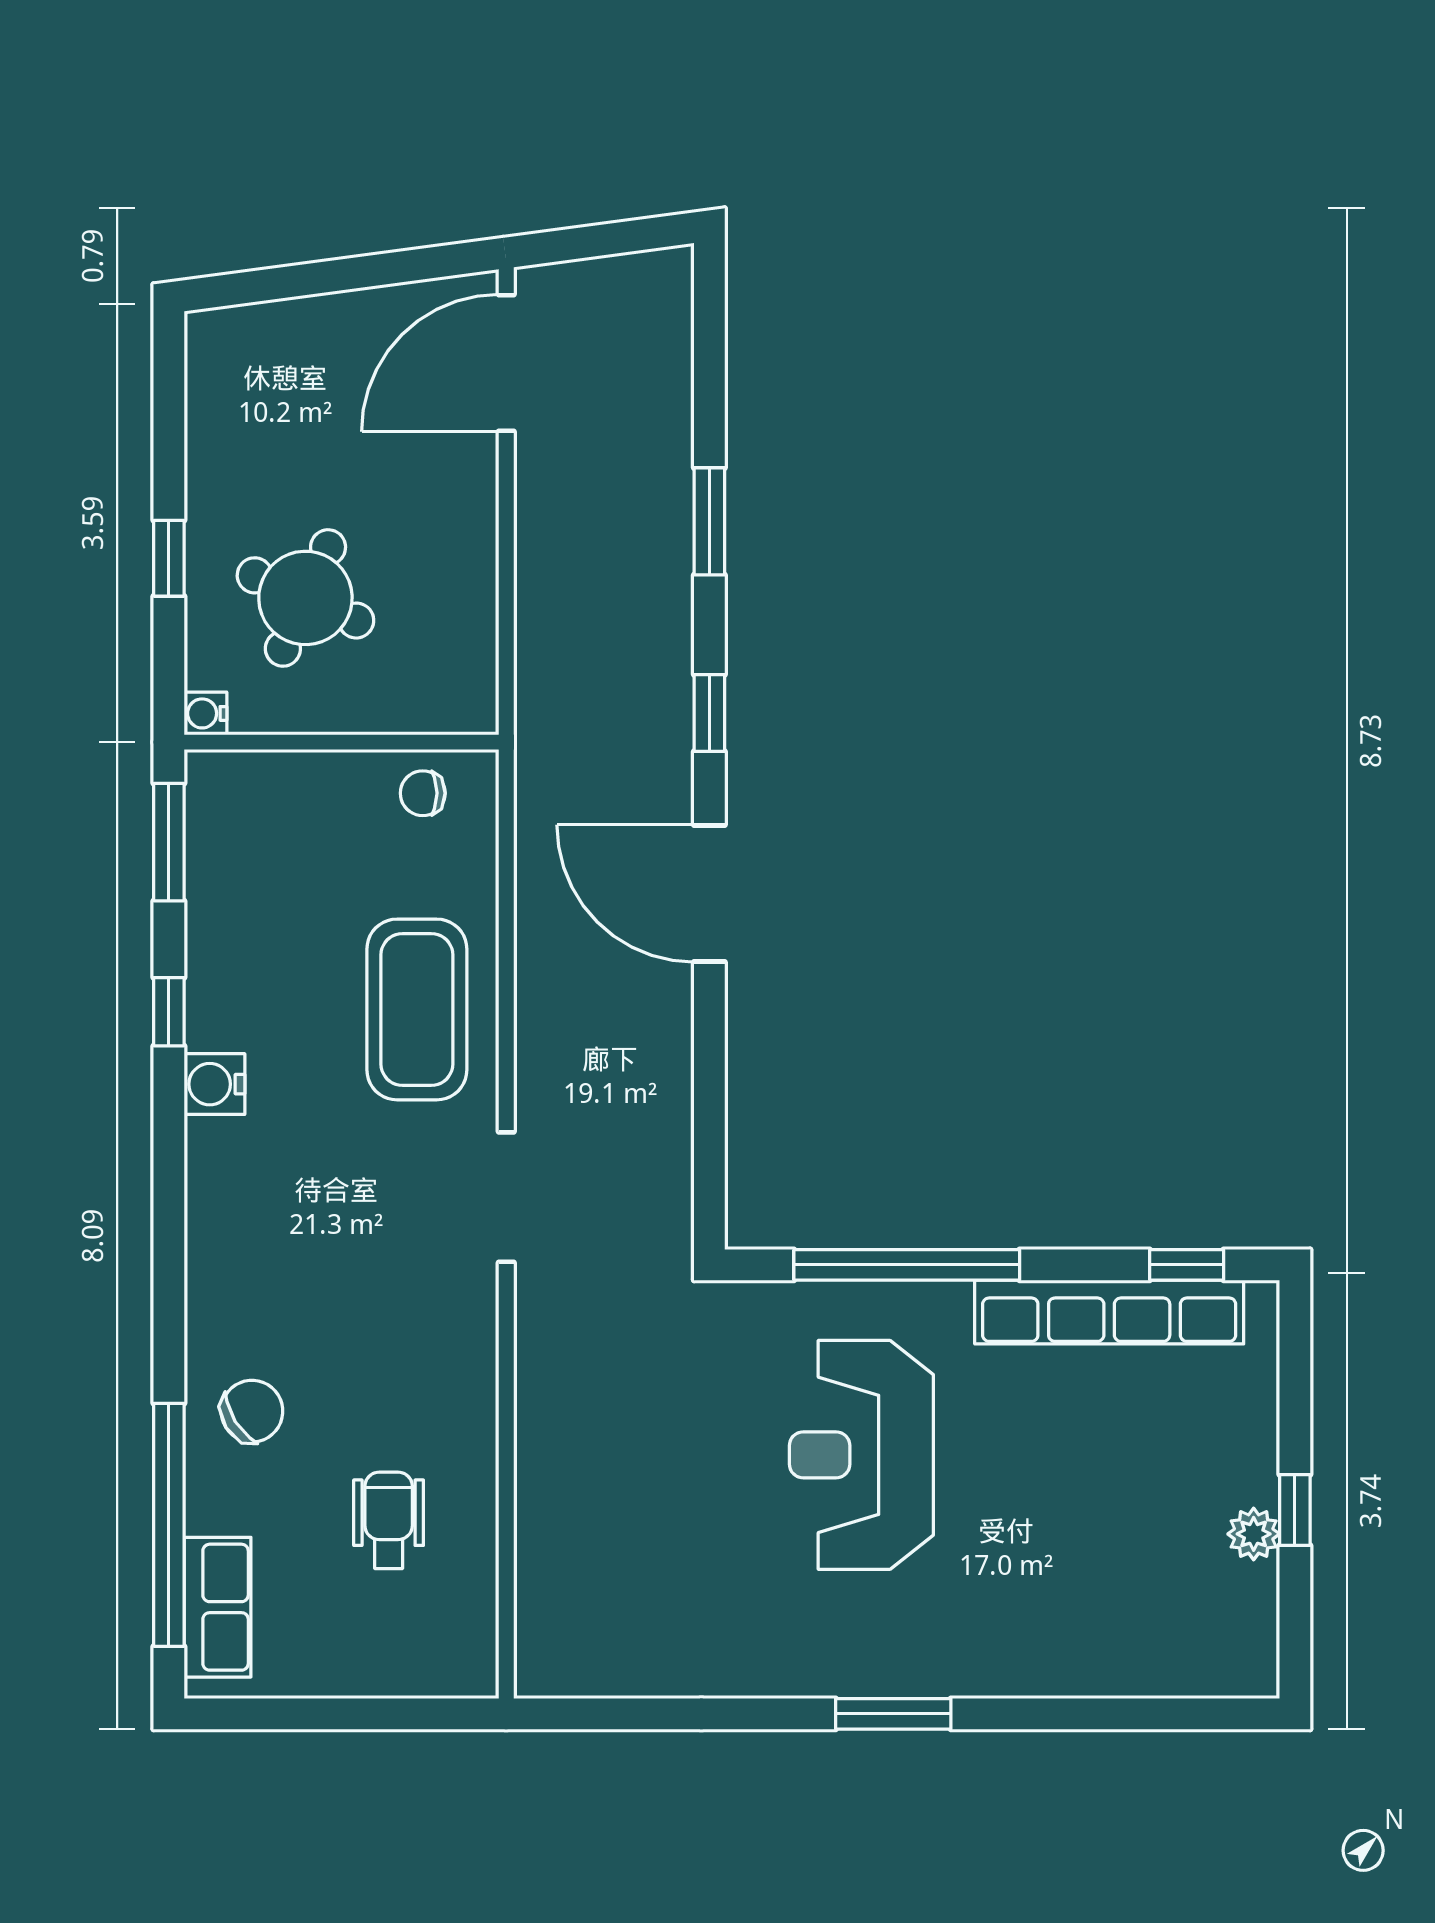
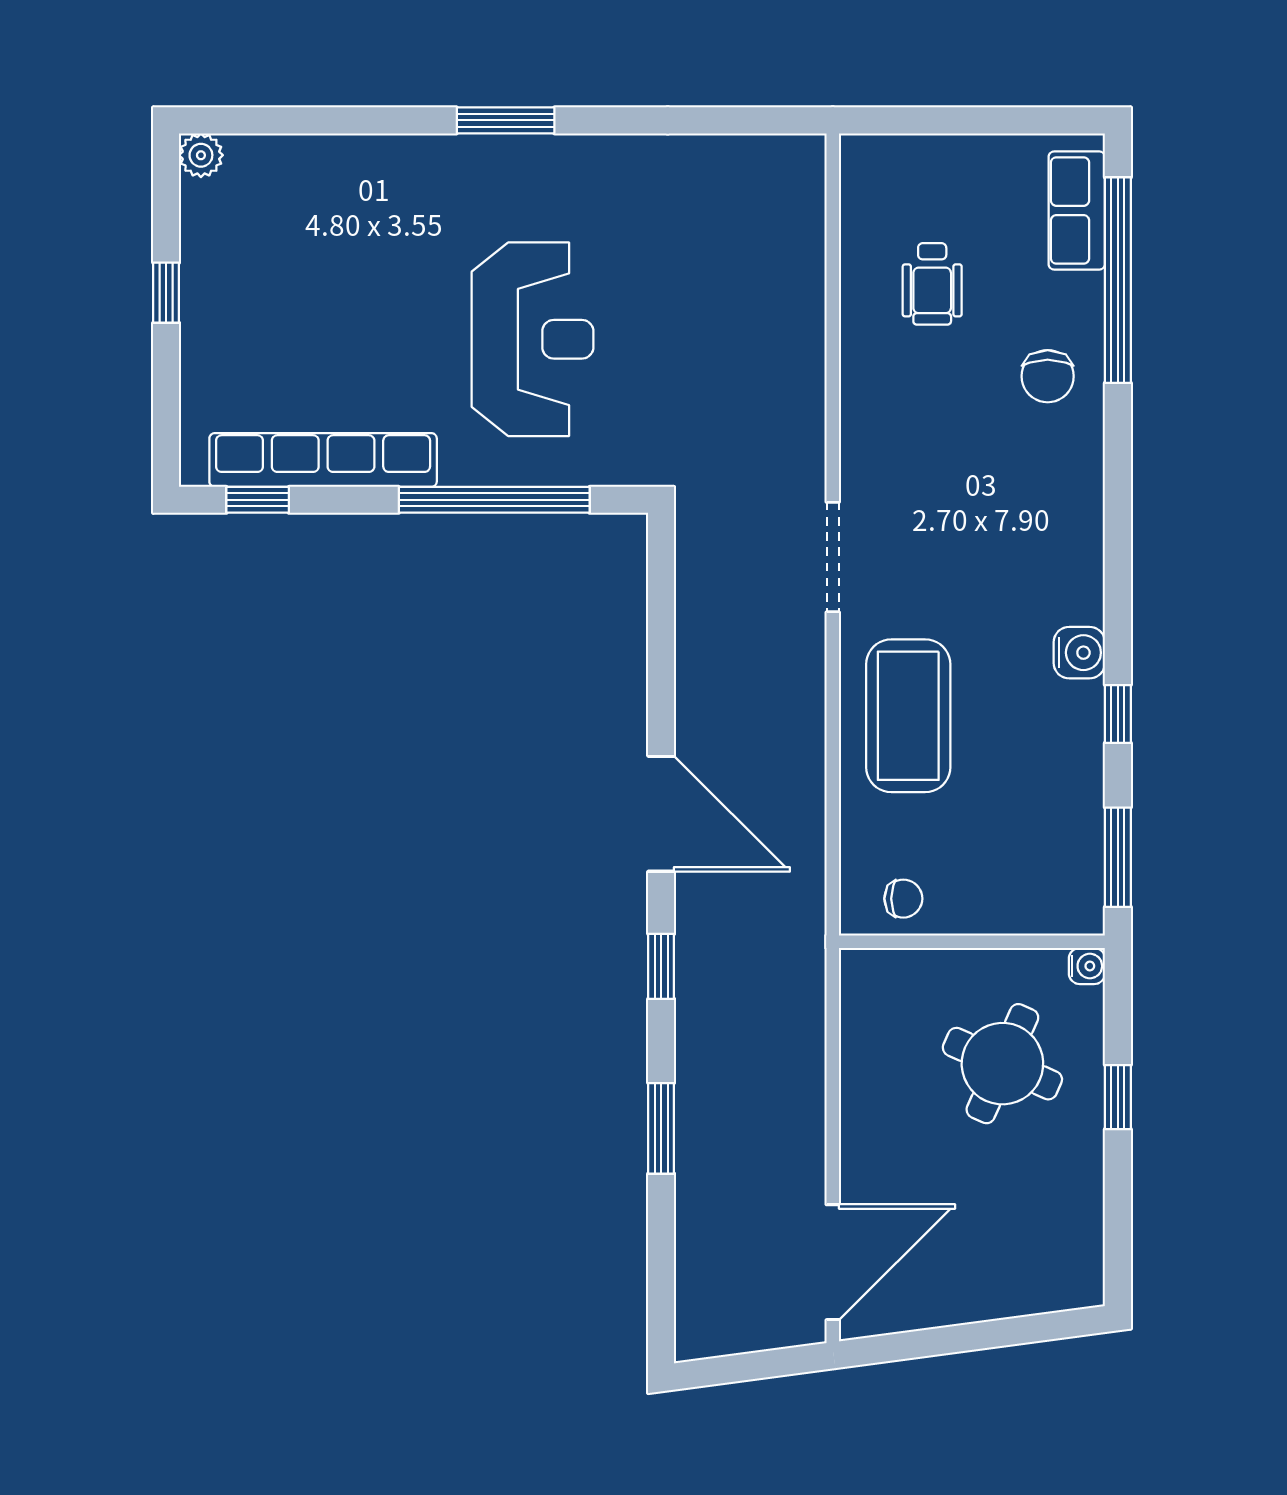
chair: (252, 1411) -> (1048, 376), turned -58
plant: (1254, 1534) -> (201, 155), moved

